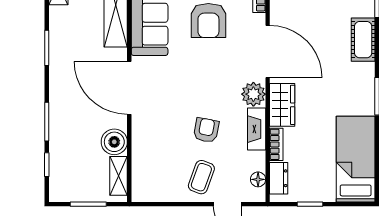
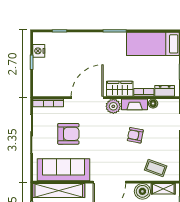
cot: (363, 40) -> (80, 39), removed
coffee table: (201, 177) -> (156, 168), moved
floor lamp: (258, 179) -> (153, 104), moved

